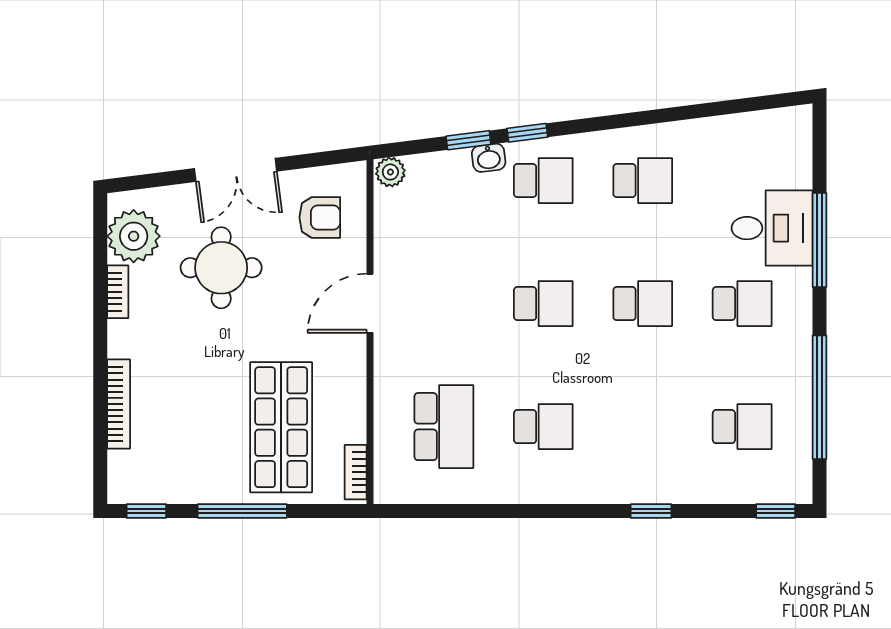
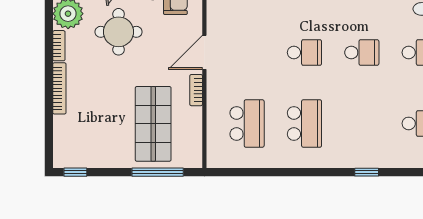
bookcase: (119, 404) -> (59, 88), moved
school desk: (543, 427) -> (304, 123), width x1.85
bookcase: (356, 472) -> (196, 90), moved
window: (242, 511) -> (158, 172), moved

